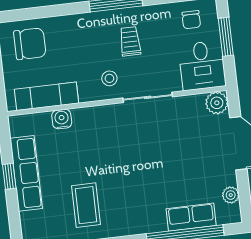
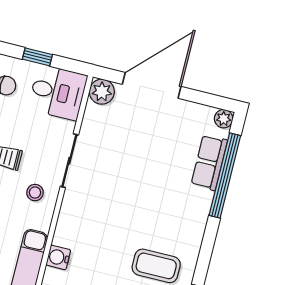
window: (226, 37) -> (37, 57), width x0.67
plant: (231, 195) -> (224, 119), moved

